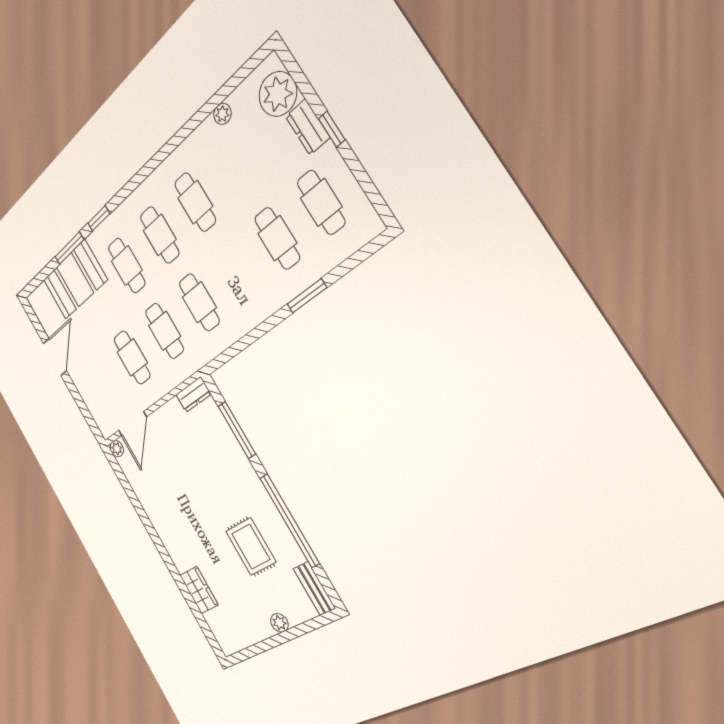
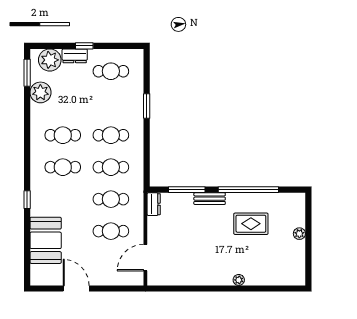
plant: (222, 114) -> (40, 92), width x1.88, depth x1.88
cafe table: (277, 238) -> (111, 135), moved
window: (69, 248) -> (27, 73), moved
cafe table: (127, 266) -> (63, 199), removed
door: (132, 424) -> (145, 258), swing flipped
plant: (117, 449) -> (239, 280), moved
bench: (314, 588) -> (210, 199), moved
wardrobe: (199, 590) -> (260, 277), removed

